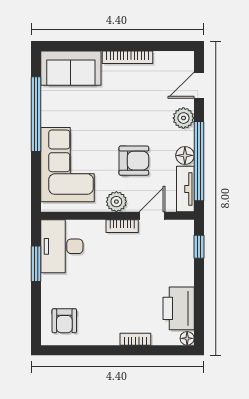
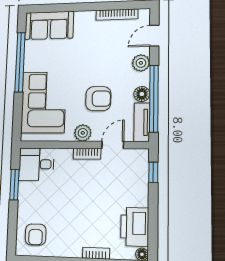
bookcase: (127, 57) -> (117, 15), moved
desk: (62, 246) -> (36, 164), width x0.73

